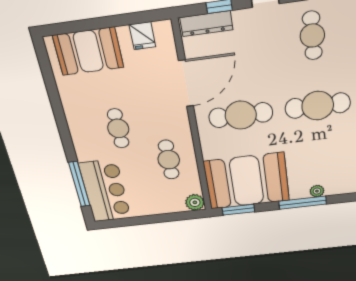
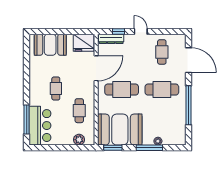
fridge: (142, 36) -> (84, 43), width x1.88, depth x1.34
plant: (195, 202) -> (79, 140), moved

